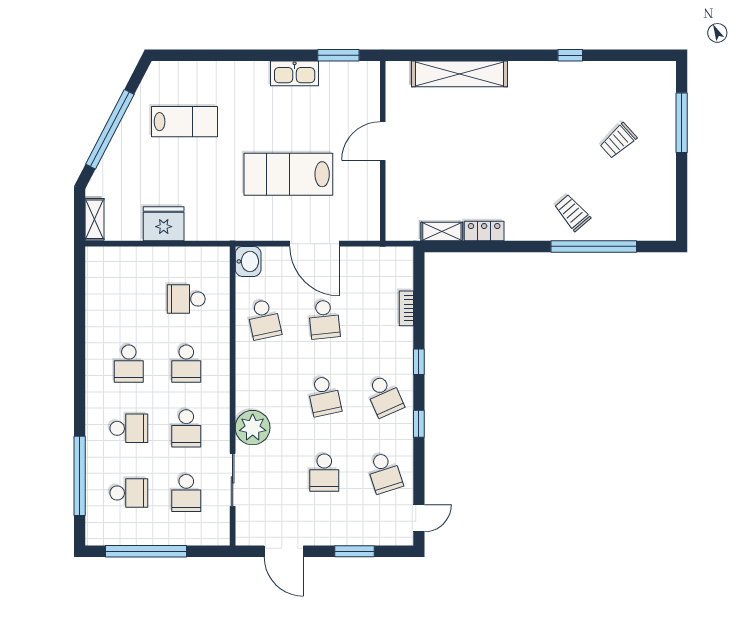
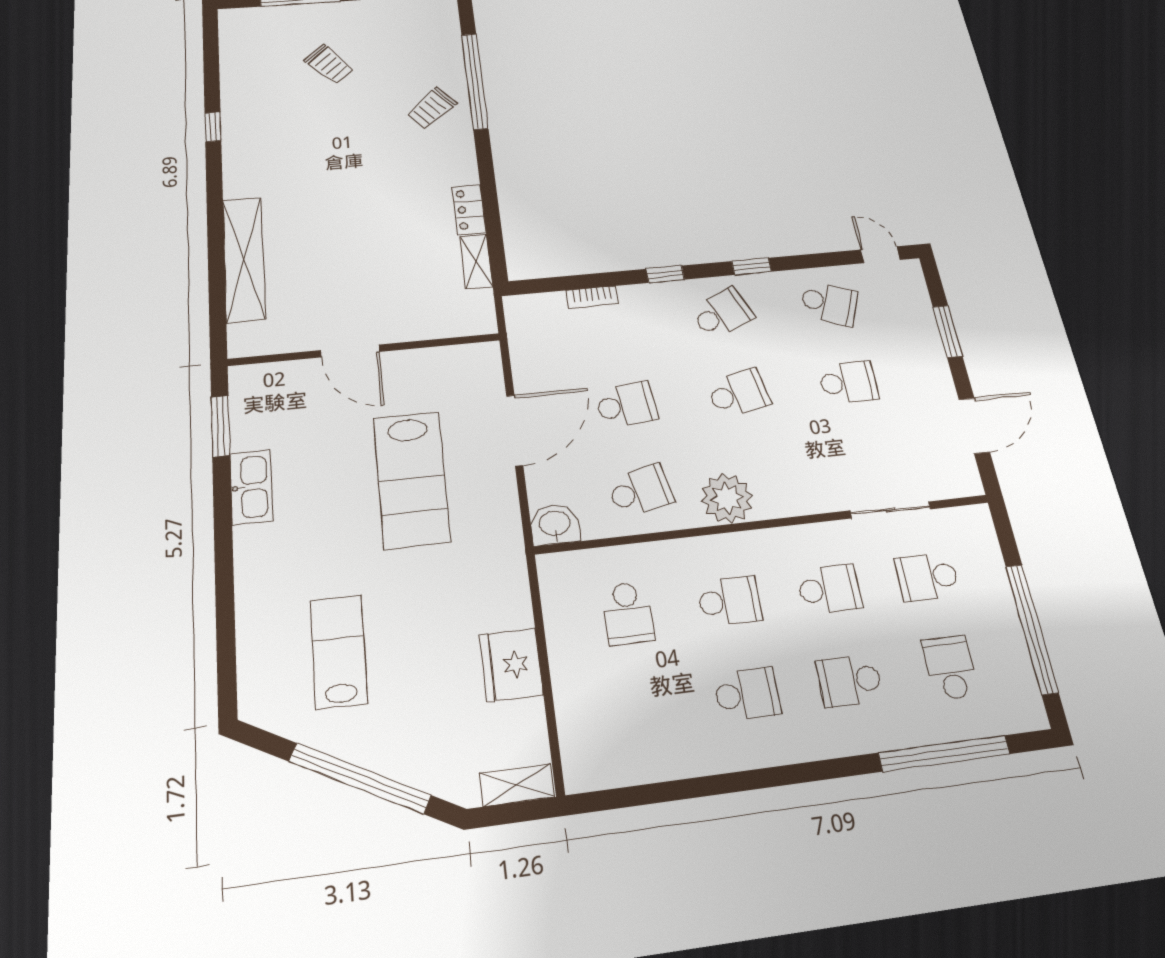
school desk: (129, 428) -> (850, 681), turned -90
plant: (253, 428) -> (727, 498), moved
school desk: (384, 473) -> (829, 303), turned 39
school desk: (186, 493) -> (927, 577), turned 180

